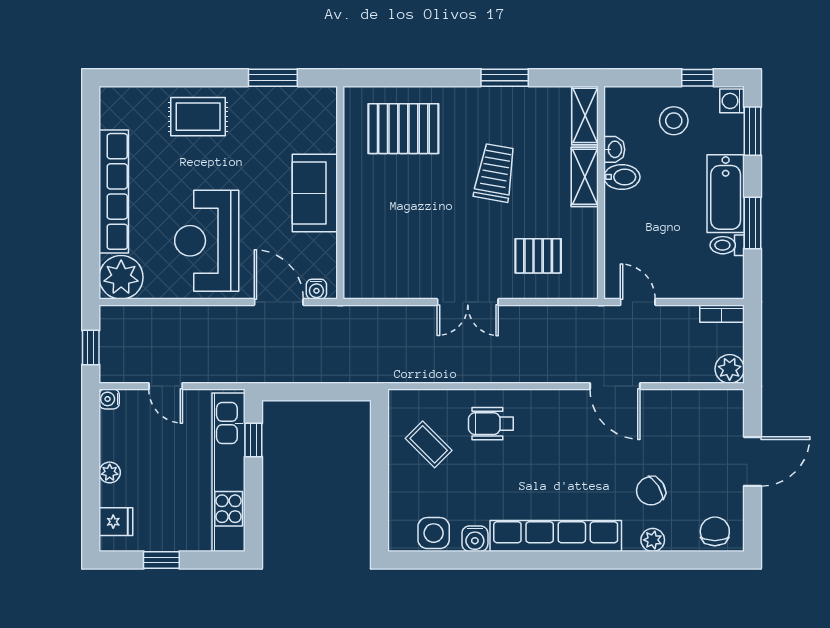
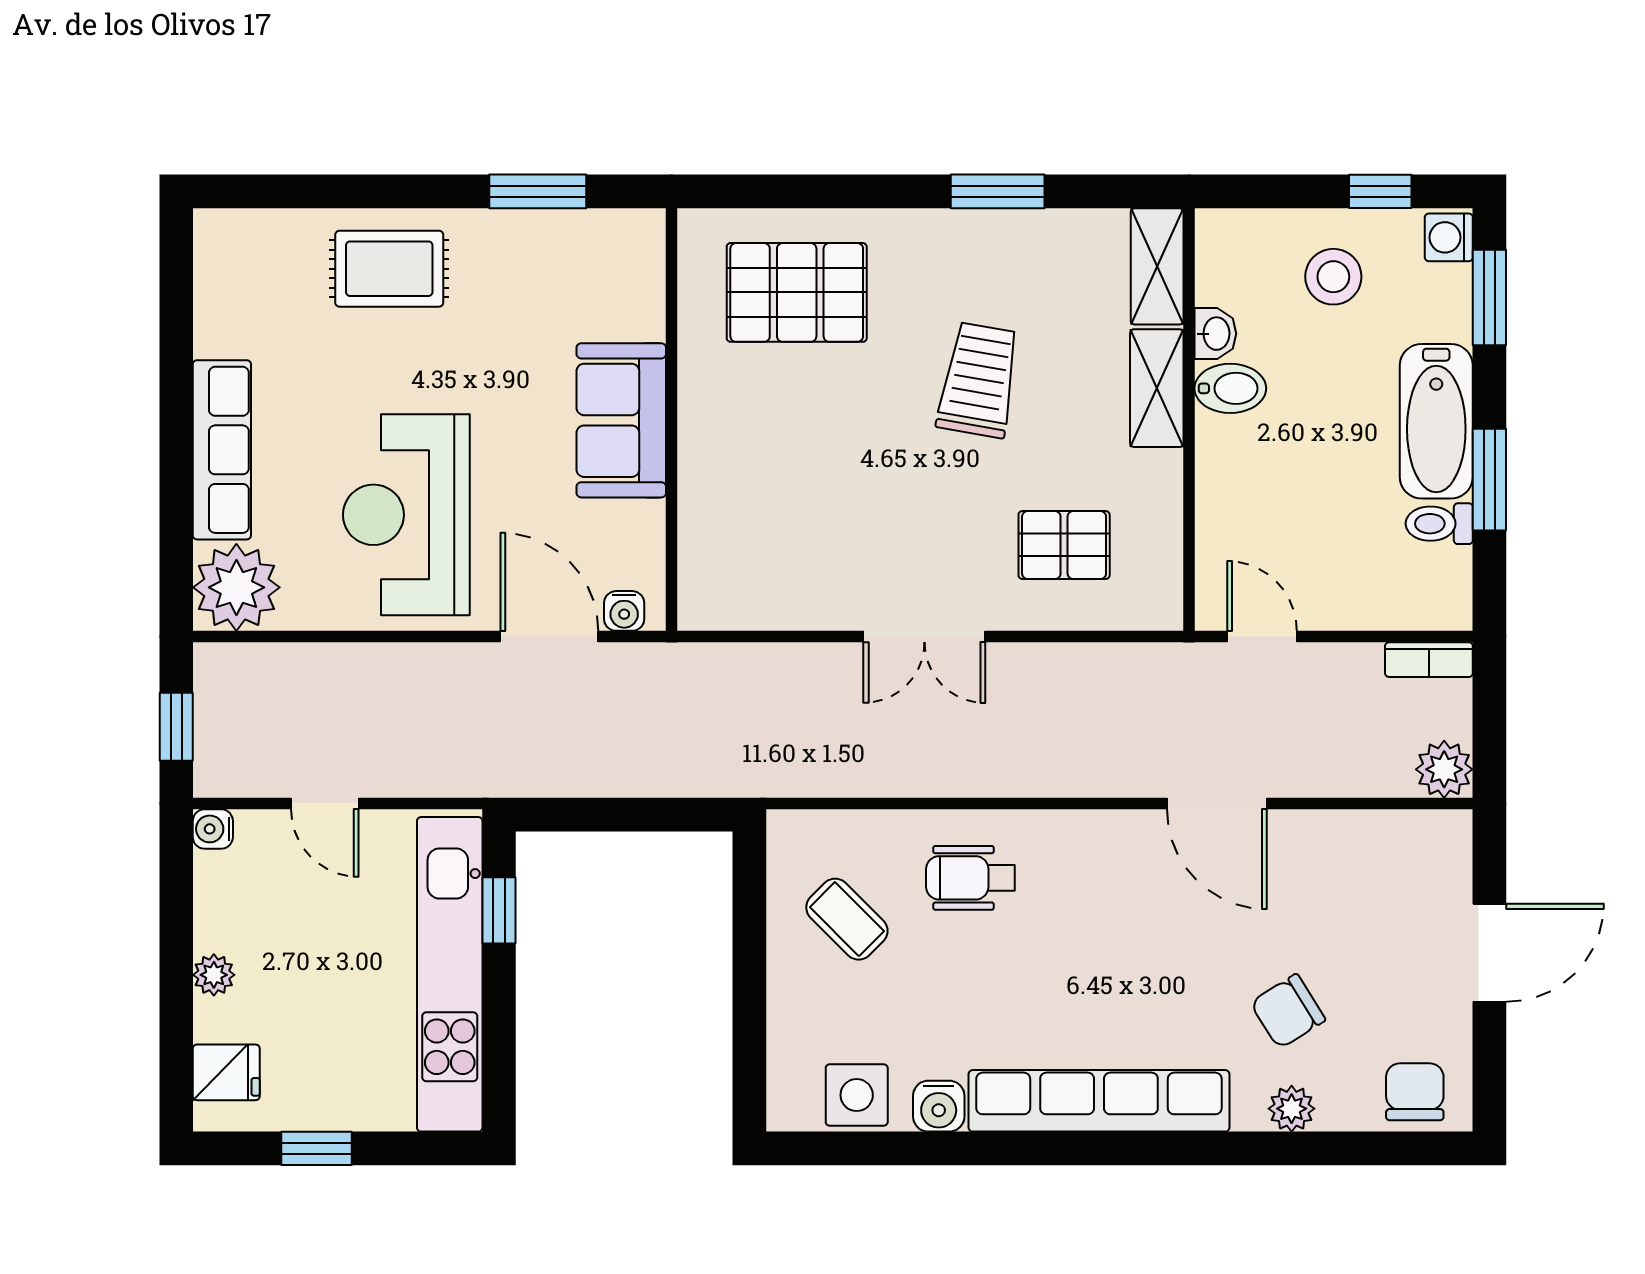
row of seats: (114, 191) -> (222, 450), width x0.73

